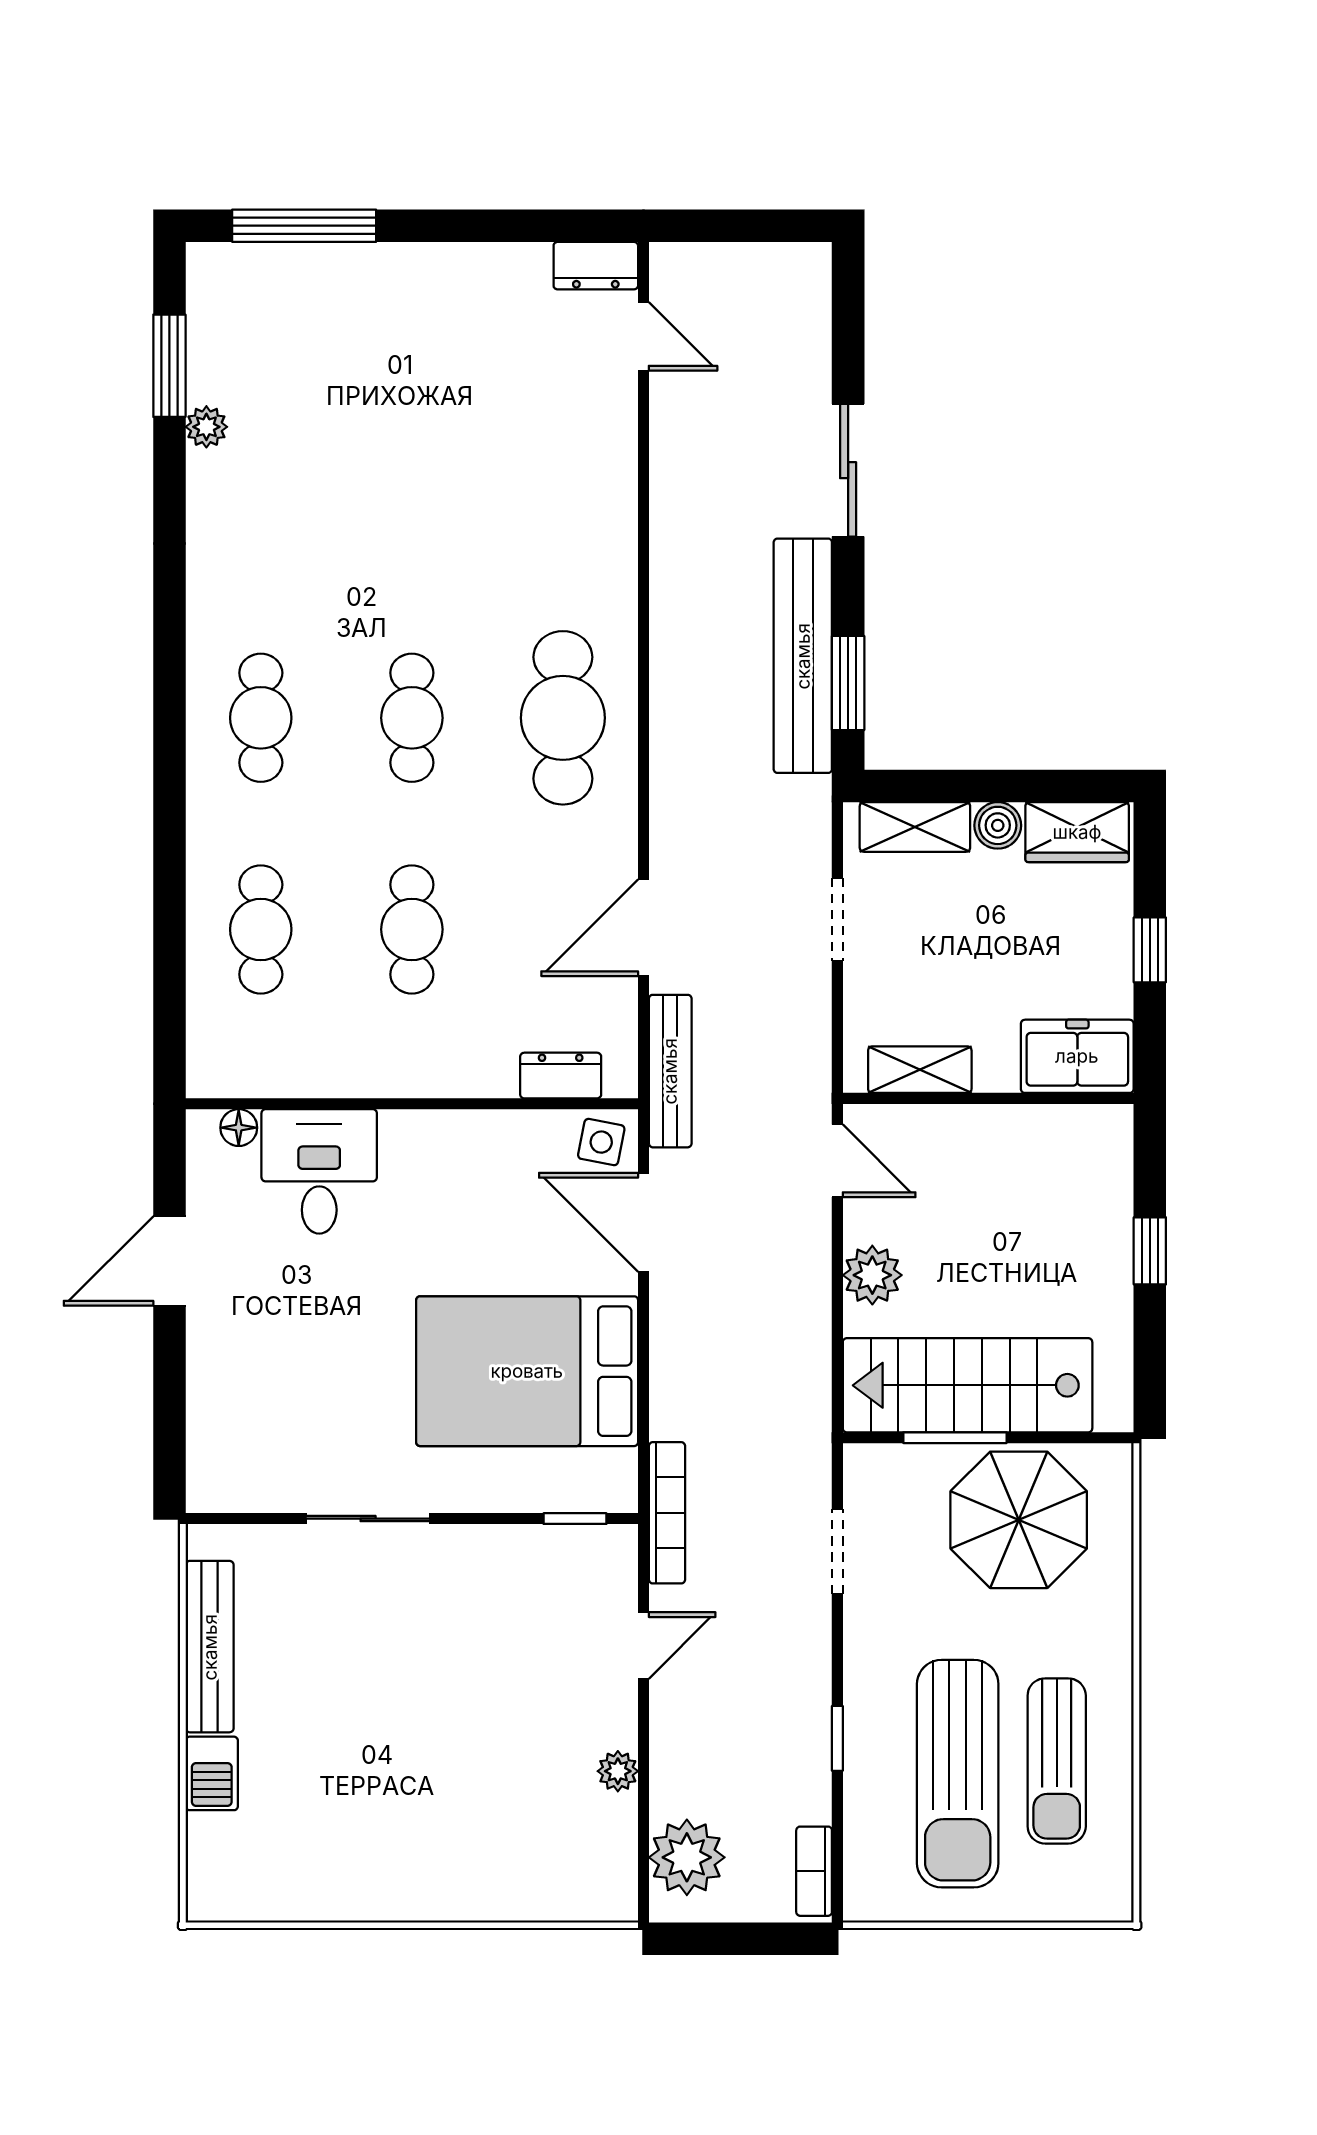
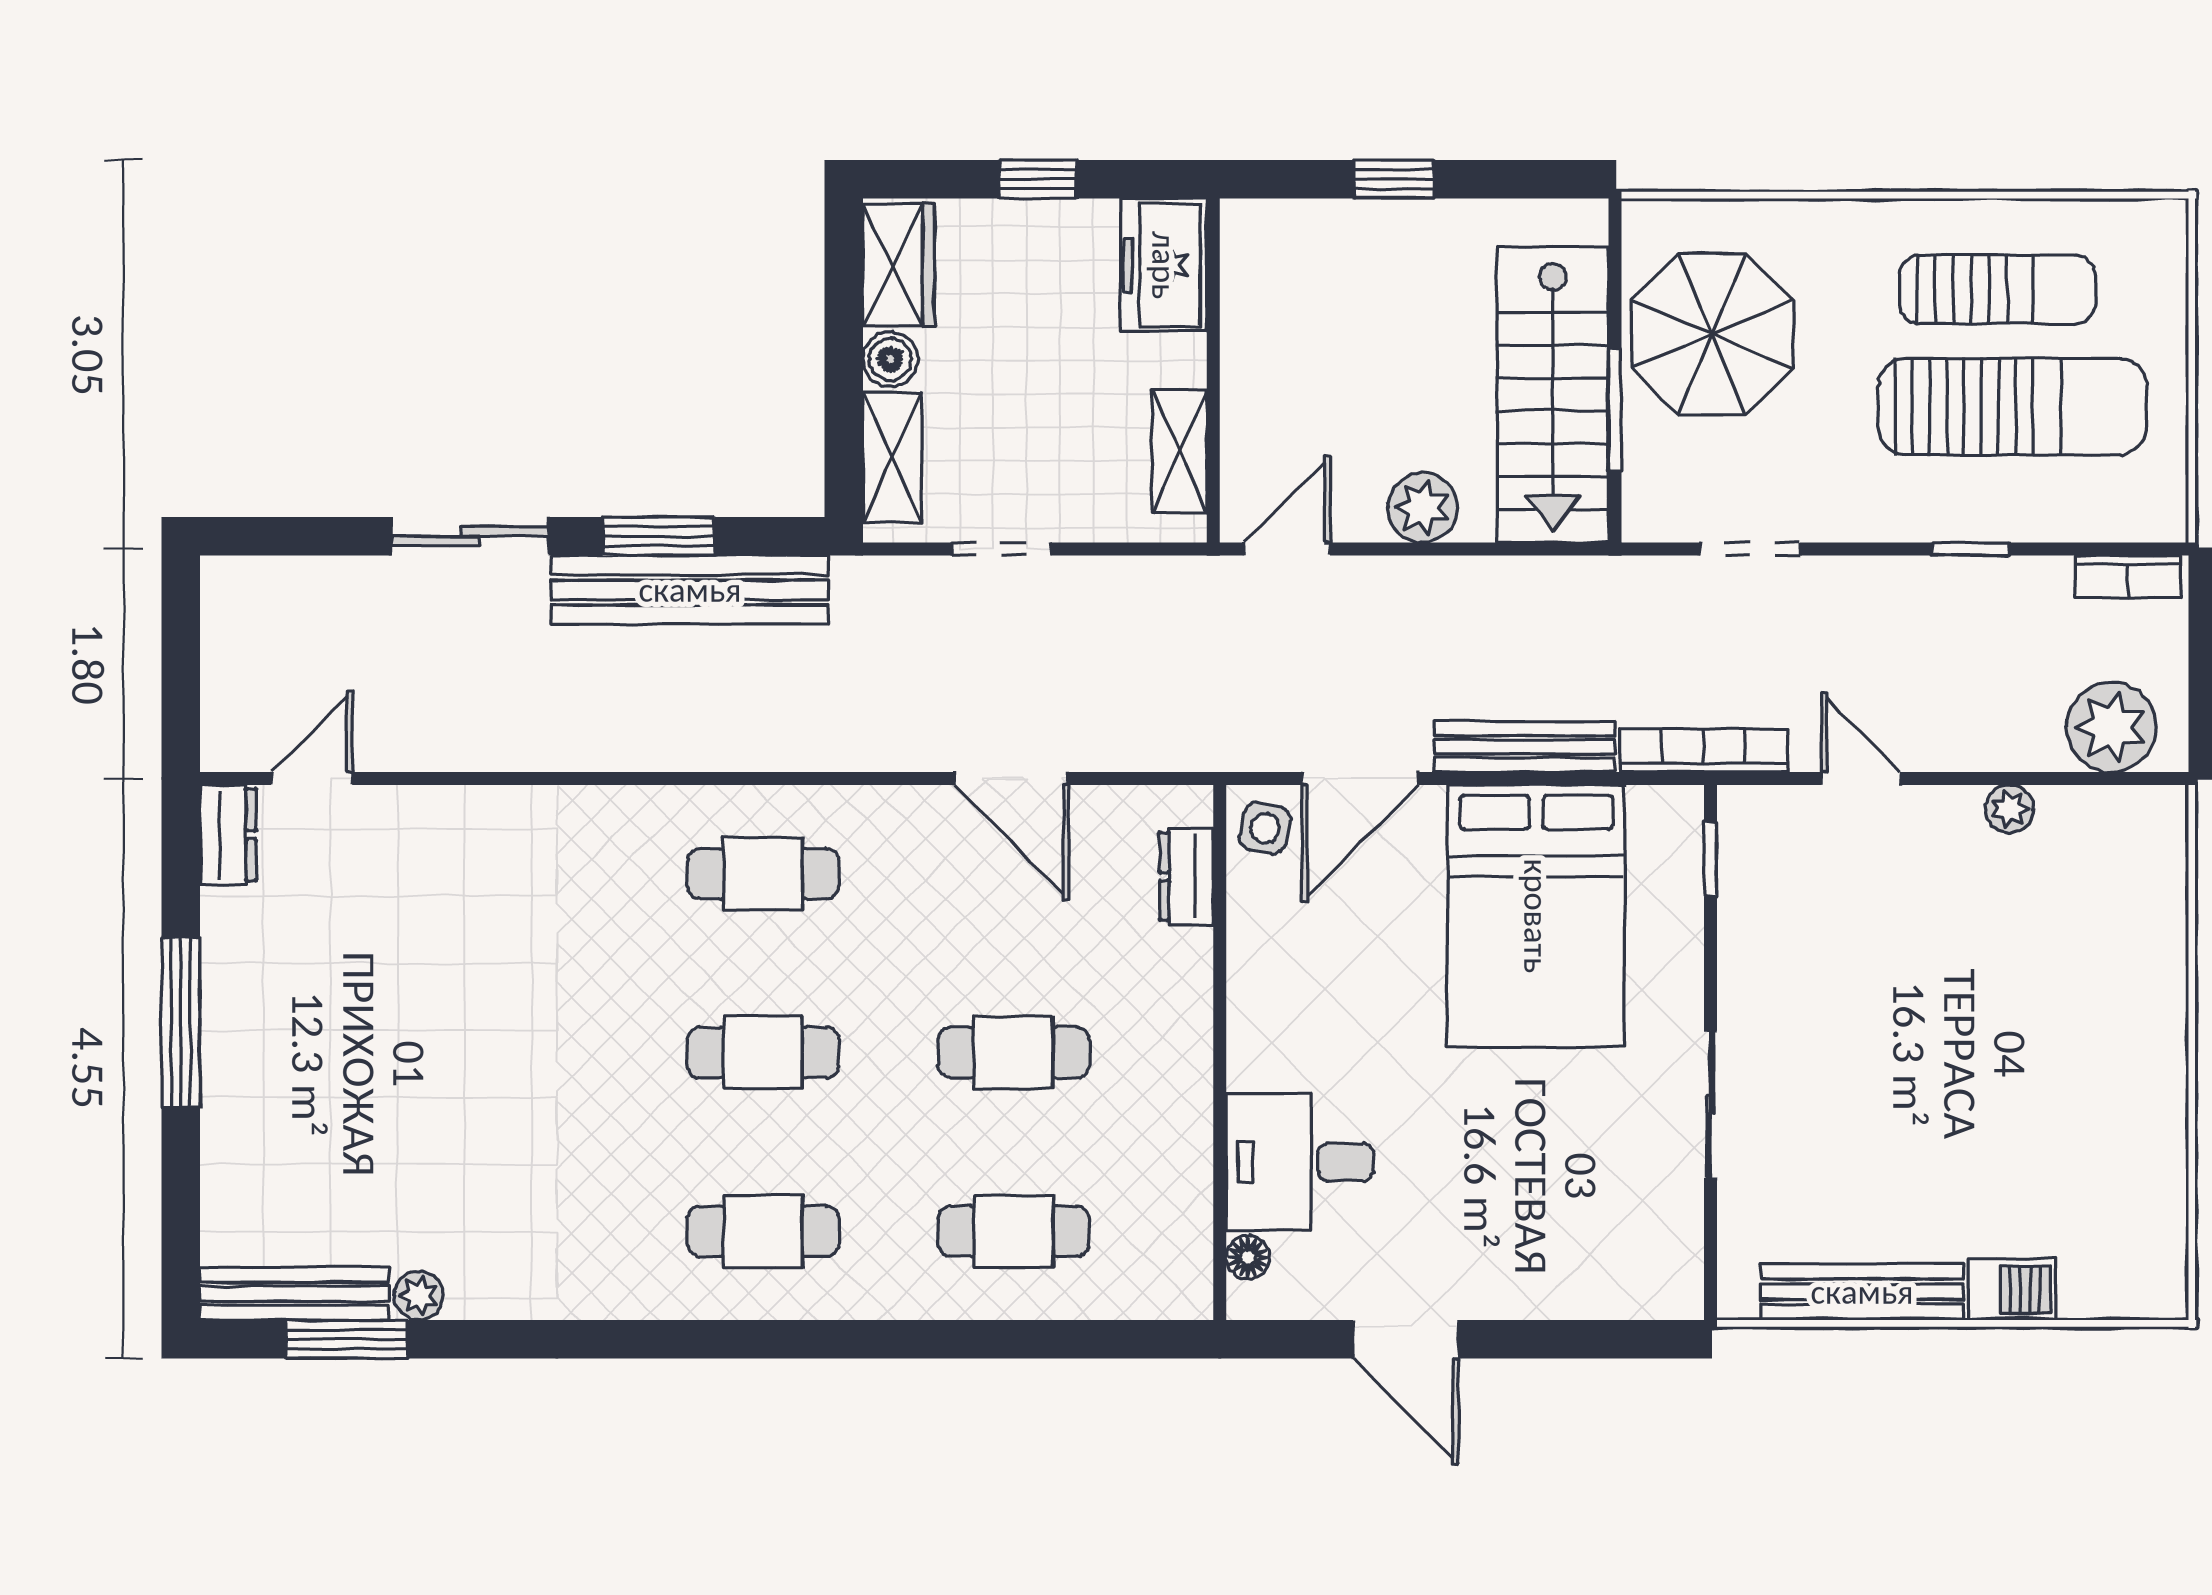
window: (304, 226) -> (181, 1022), moved
bench: (208, 322) -> (294, 1294), added
window: (848, 683) -> (659, 536), moved
cafe table: (563, 718) -> (763, 874), width x0.73, depth x0.74
bench: (670, 1071) -> (1525, 747), moved

